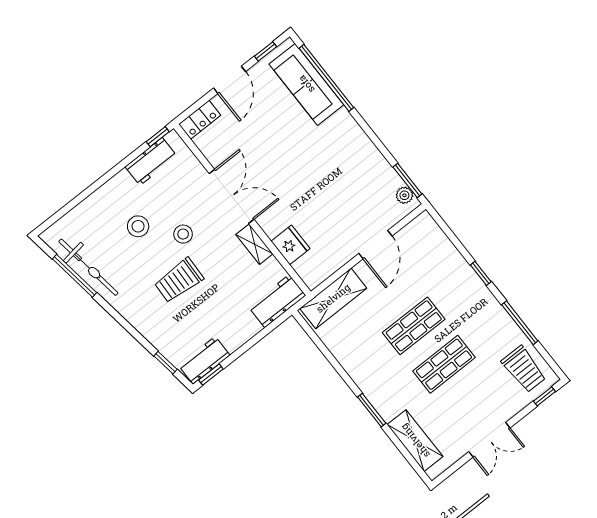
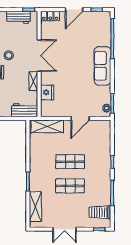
sofa: (306, 84) -> (102, 66), moved
trolley: (524, 369) -> (100, 212), turned 90

